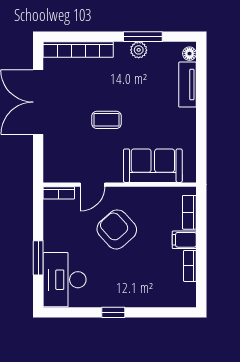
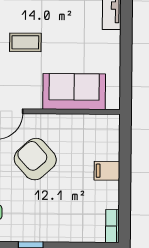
bookcase: (189, 212) -> (113, 142), removed
bookcase: (190, 266) -> (112, 226), moved

